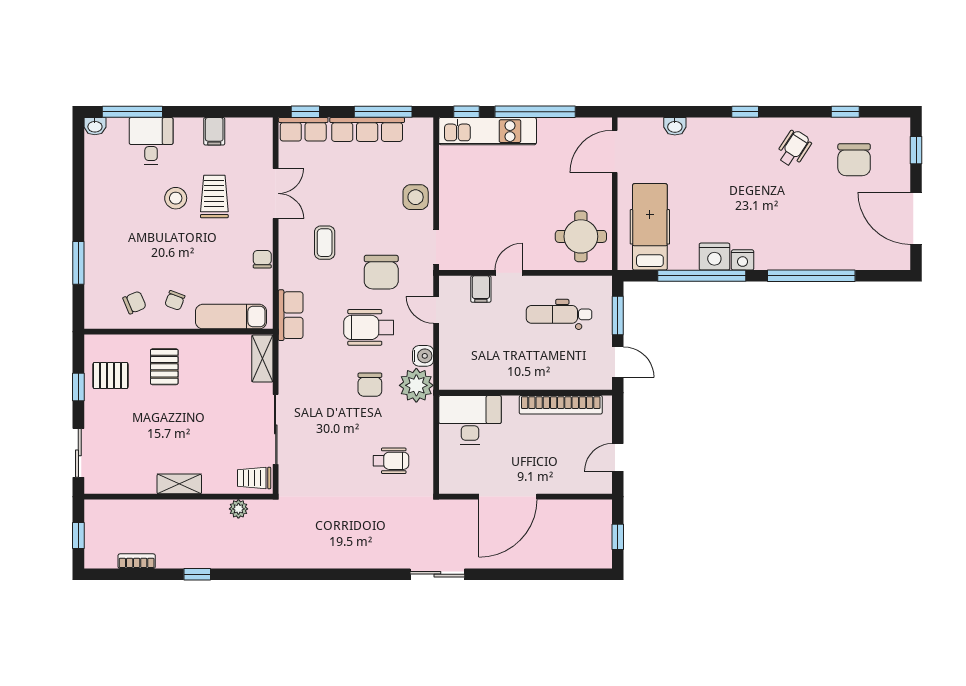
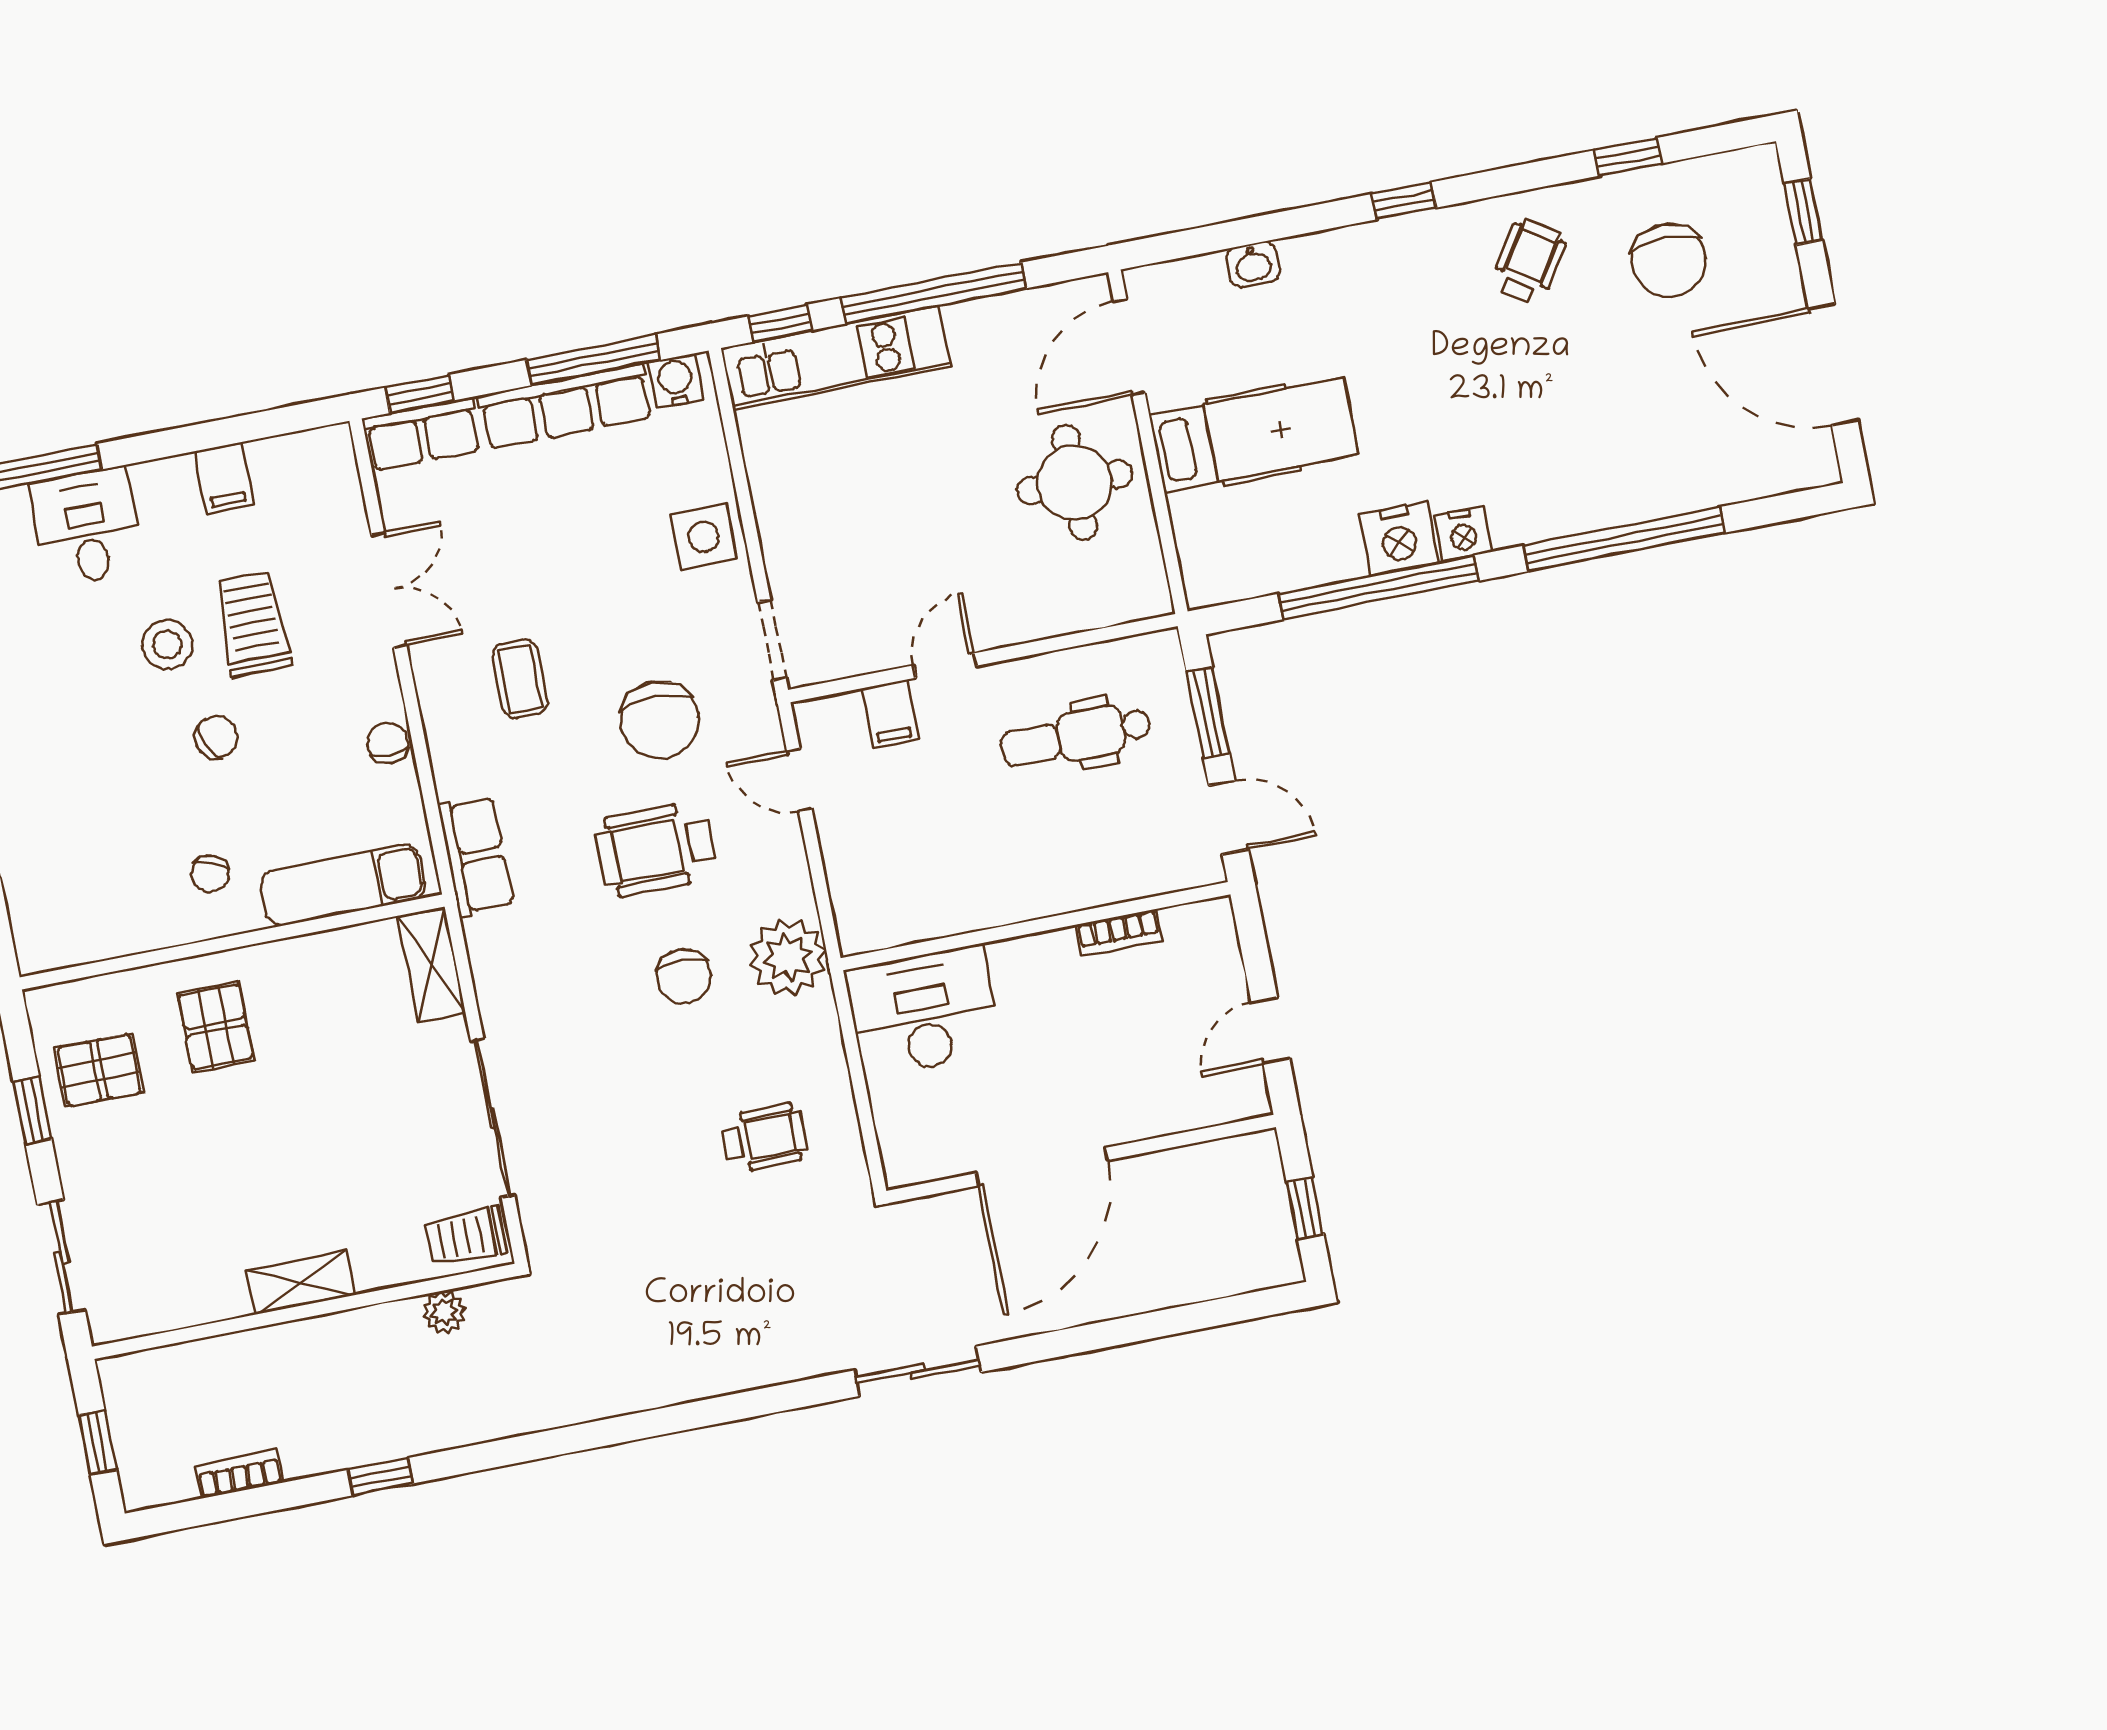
hospital bed: (650, 227) -> (1254, 435), moved, turned 90
round table: (581, 236) -> (1075, 482), moved
chair: (135, 303) -> (216, 737), moved
water cooler: (423, 356) -> (676, 381), moved, turned -90
bookcase: (561, 405) -> (1119, 933), width x0.43, depth x0.76

